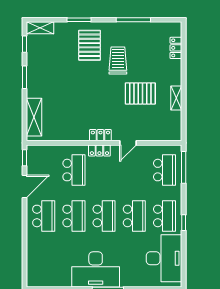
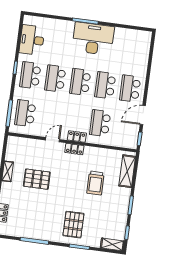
trolley: (118, 60) -> (95, 183), moved
desk: (164, 258) -> (32, 40), width x0.73, depth x0.77

